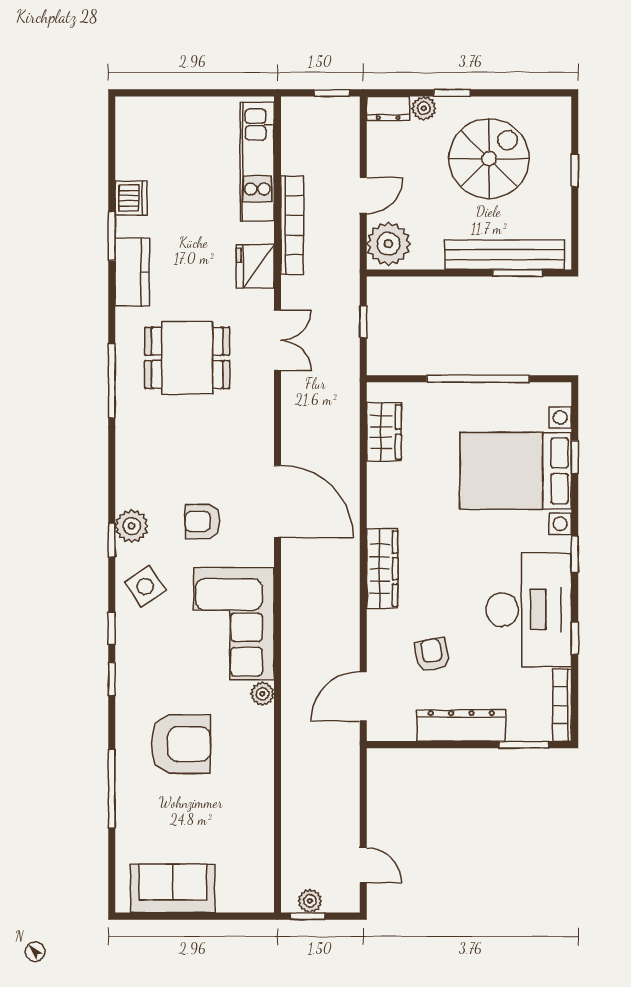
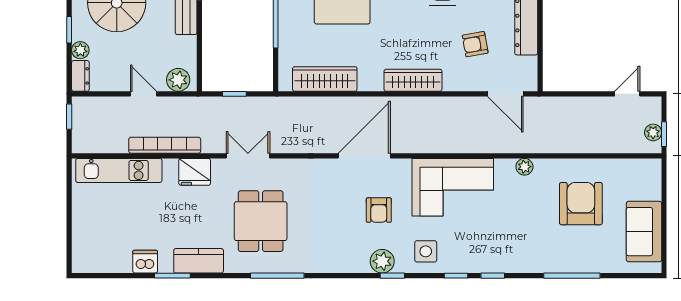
plant: (388, 244) -> (178, 80), width x0.73, depth x0.73
wardrobe: (384, 432) -> (325, 79), width x1.50
side table: (145, 586) -> (426, 251), turned 34
plant: (262, 694) -> (524, 167), moved
armchair: (181, 744) -> (581, 204), moved

